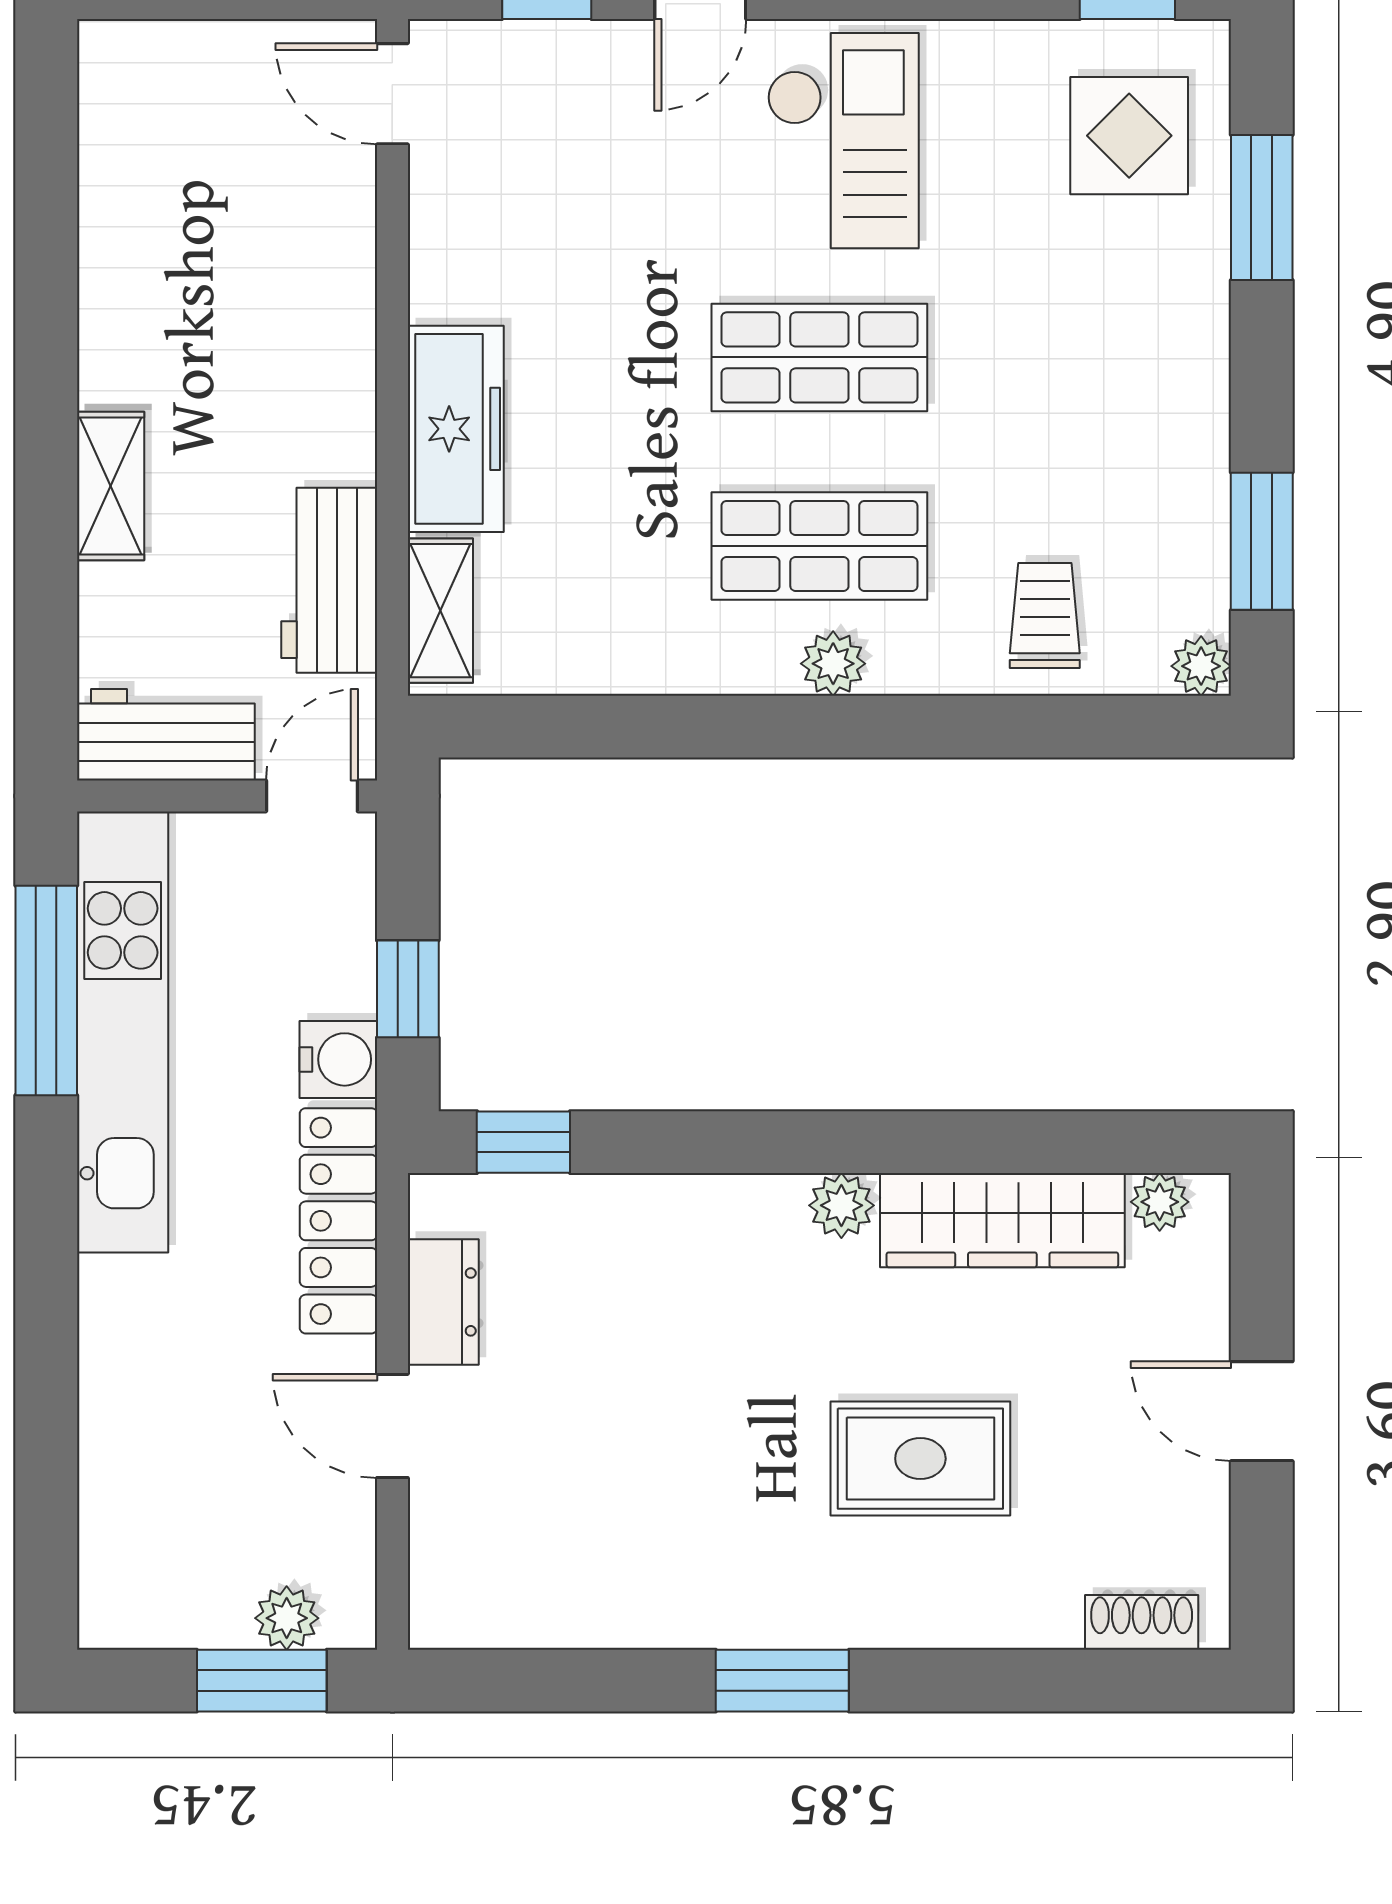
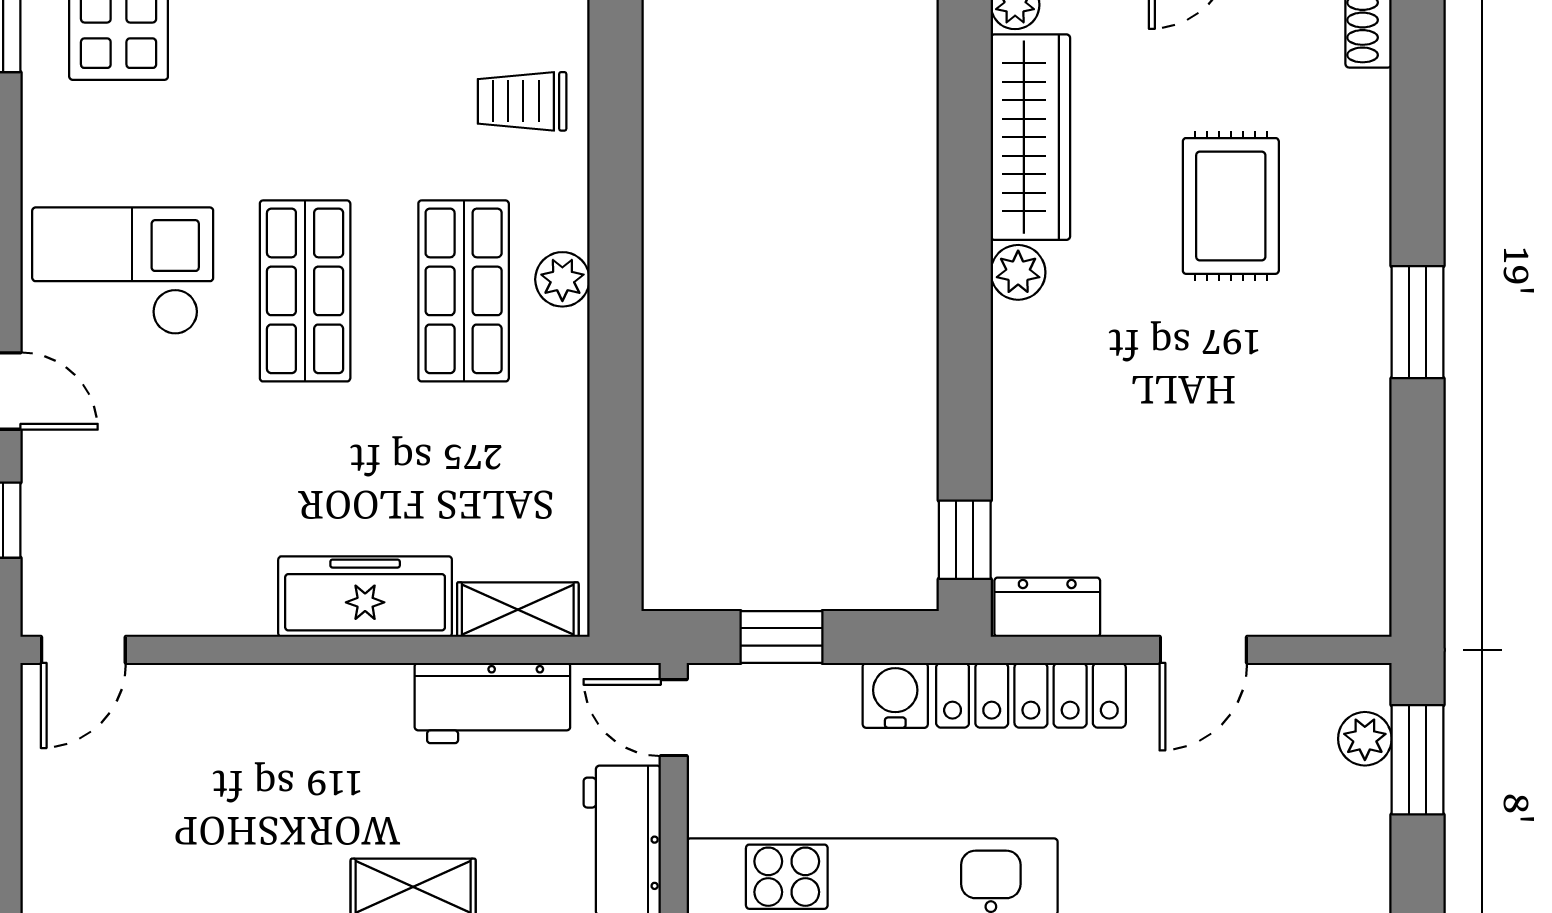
window: (408, 989) -> (782, 637), moved
dresser: (443, 1302) -> (1047, 607), moved

